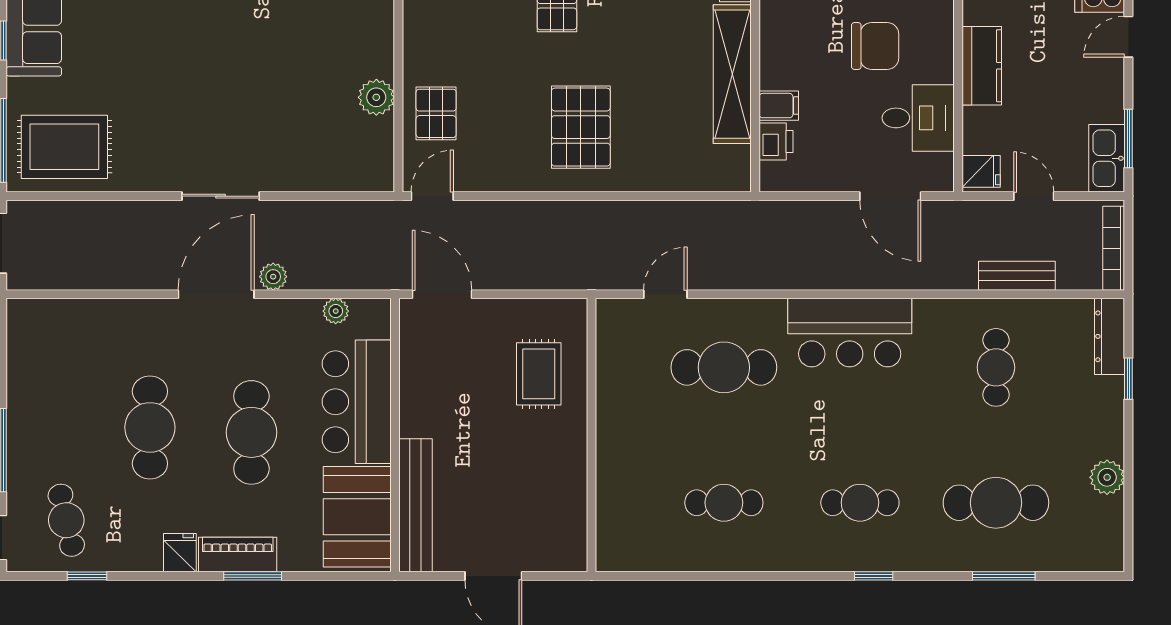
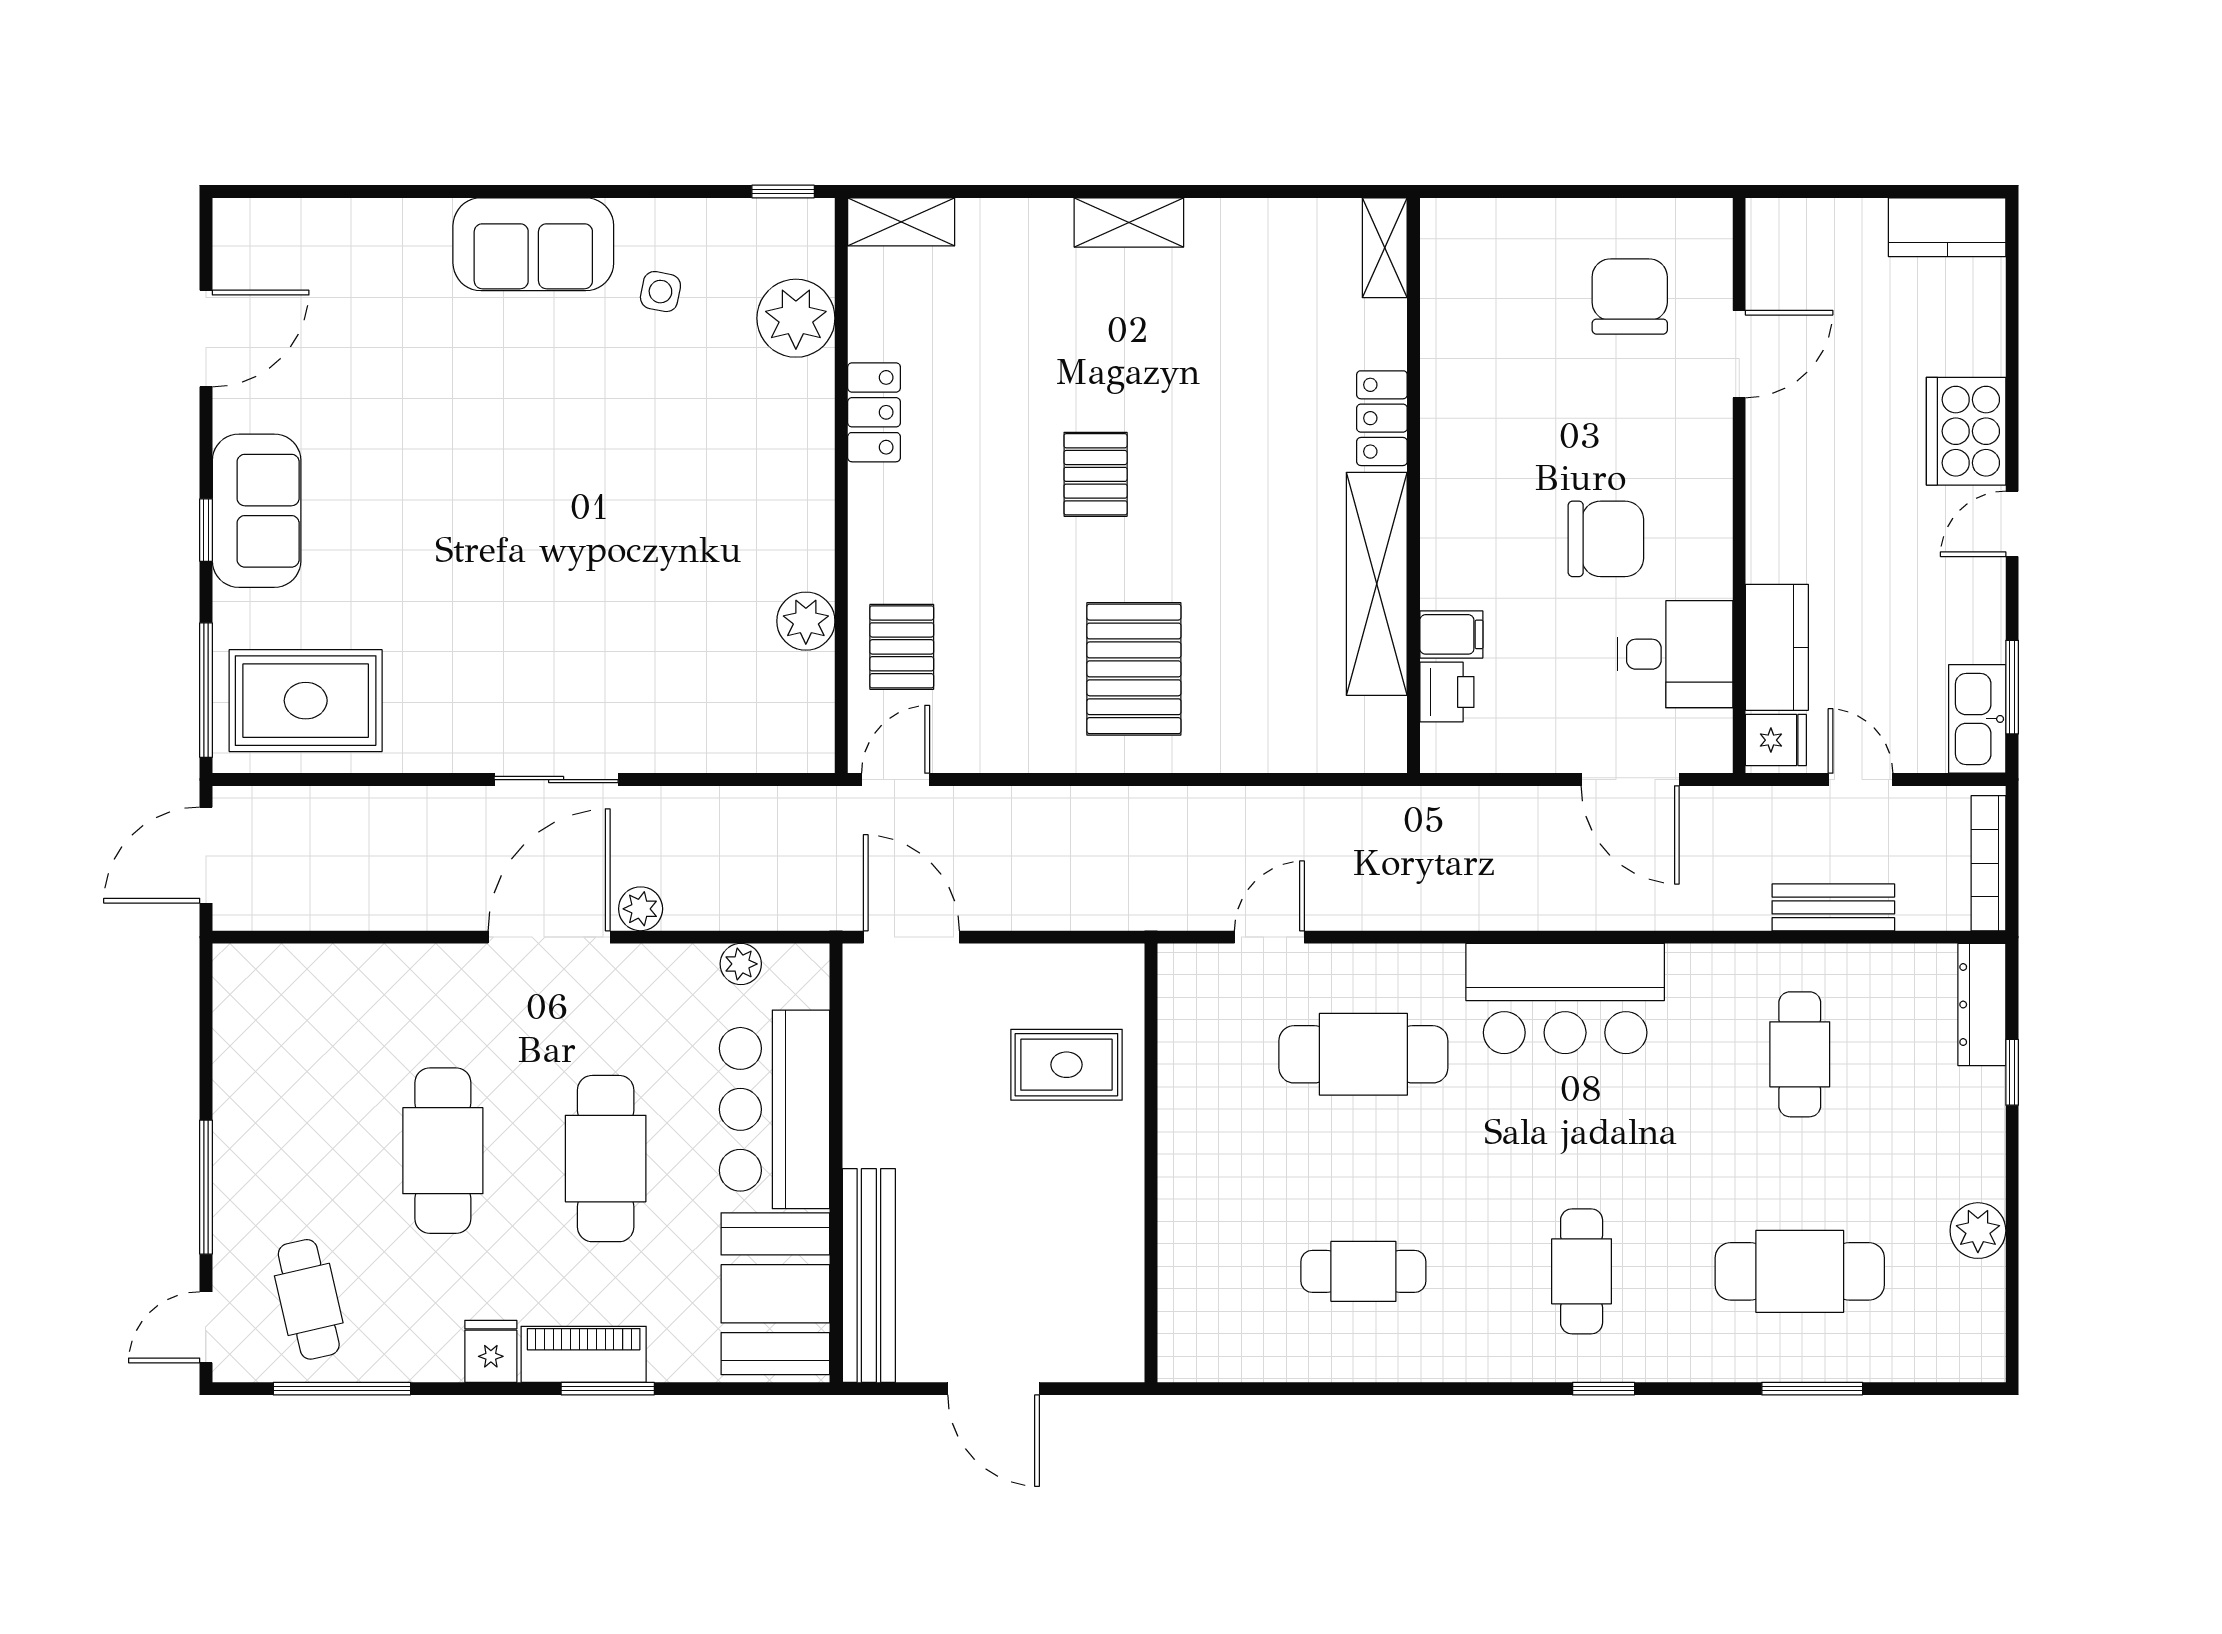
kitchen counter: (982, 66) -> (1777, 647), moved
rug: (539, 374) -> (1066, 1065), turned 90
cafe table: (860, 503) -> (1582, 1271), turned 90
window: (87, 576) -> (342, 1389), width x2.17

